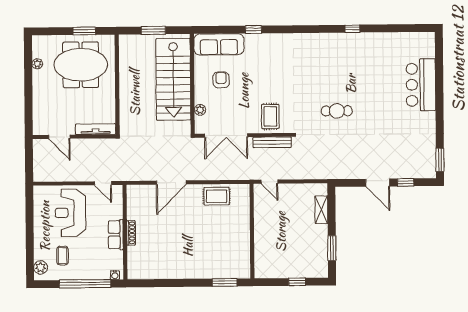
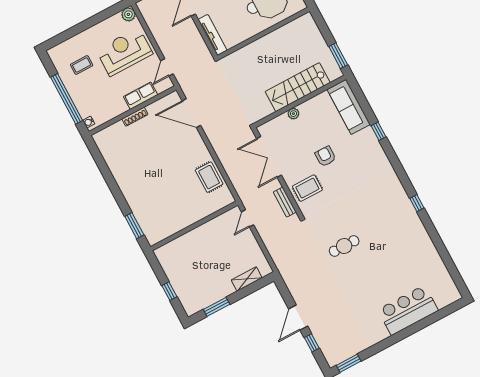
window: (352, 29) -> (417, 203), moved
window: (153, 30) -> (338, 56), moved
stairs: (173, 79) -> (298, 87), width x0.73, depth x0.66
armchair: (221, 80) -> (325, 156), moved, turned -90
plant: (200, 110) -> (293, 114), moved
cafe table: (337, 111) -> (344, 246), turned 90
bench: (272, 142) -> (285, 202), width x0.73
door: (171, 183) -> (191, 113), moved
row of seats: (116, 235) -> (141, 96), moved
plant: (41, 267) -> (128, 14), moved

